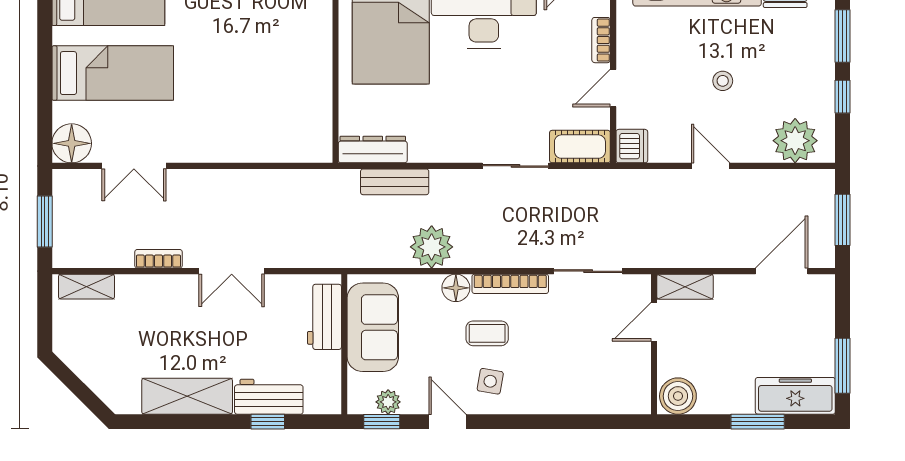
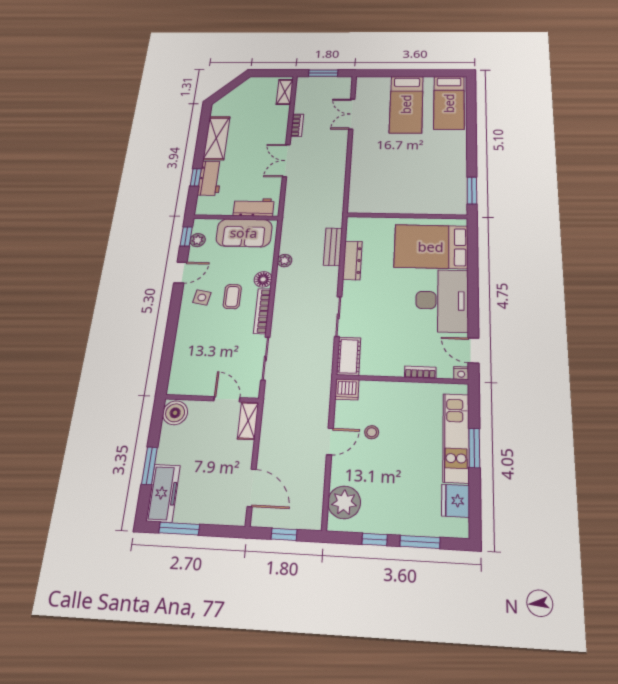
stool: (723, 81) -> (372, 432), moved
door: (613, 88) -> (387, 379), removed
floor lamp: (72, 143) -> (367, 85), removed
dresser: (373, 150) -> (352, 260), moved
window: (842, 220) -> (284, 534), width x0.67
plant: (432, 247) -> (285, 261), width x0.53, depth x0.53

